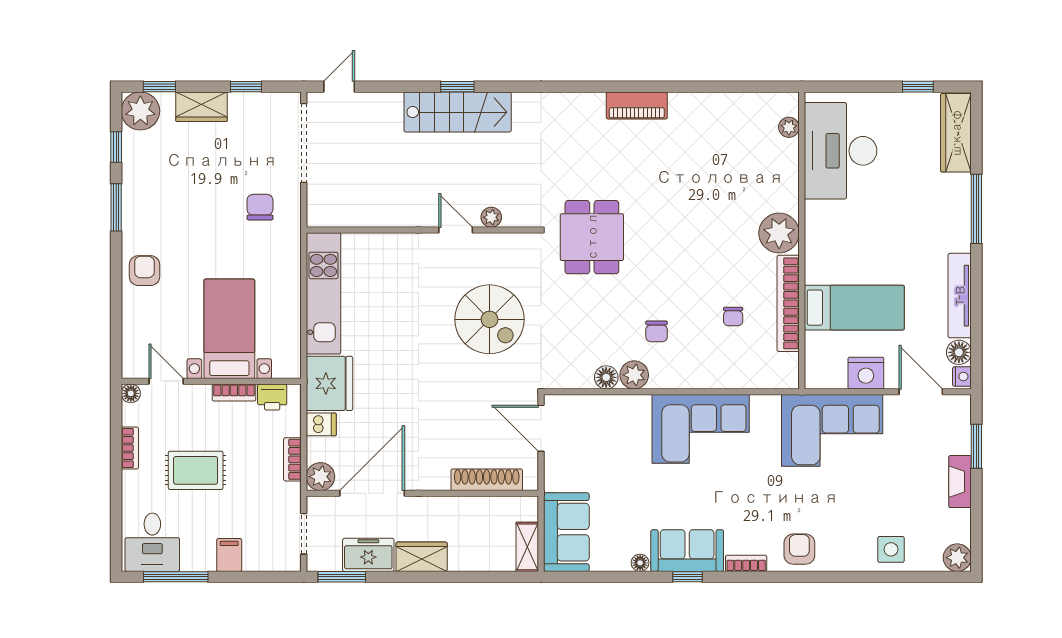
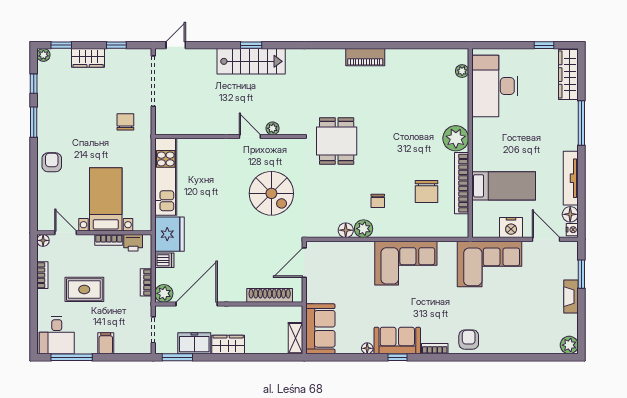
plant: (140, 111) -> (43, 55), width x0.53, depth x0.53
chair: (733, 316) -> (427, 191), width x1.87, depth x1.87
door: (541, 428) -> (304, 263), hinge flipped
side table: (891, 549) -> (527, 340), removed

